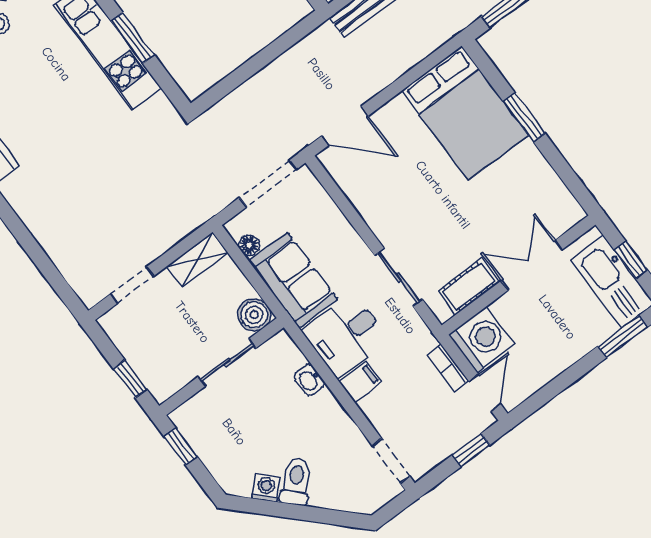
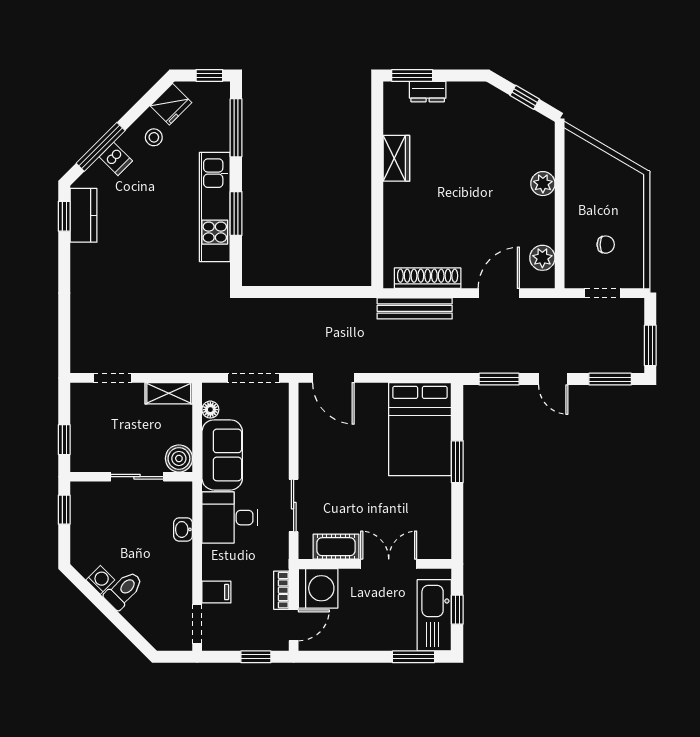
filing cabinet: (360, 382) -> (216, 592), moved

